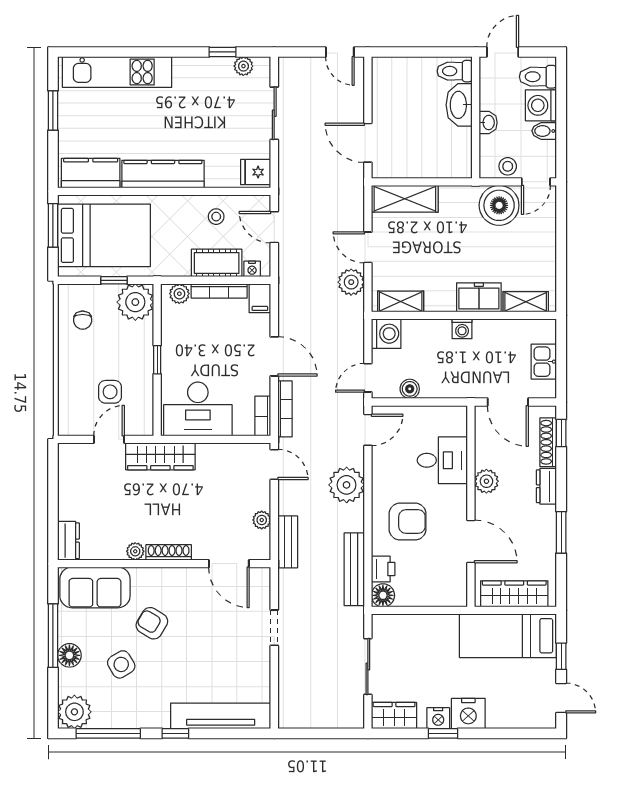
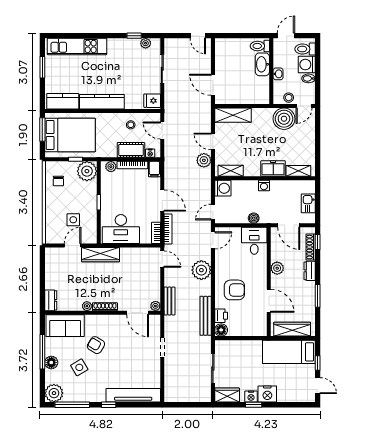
boiler: (410, 389) -> (254, 218), moved
desk: (442, 460) -> (254, 241), moved, turned -90
plant: (262, 520) -> (155, 306), moved

